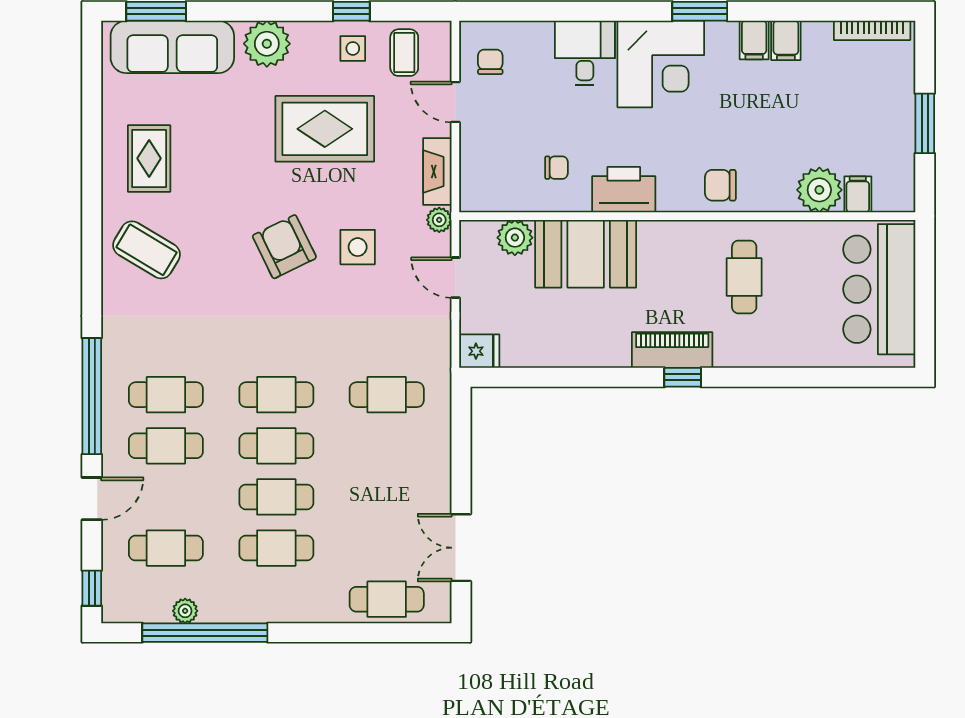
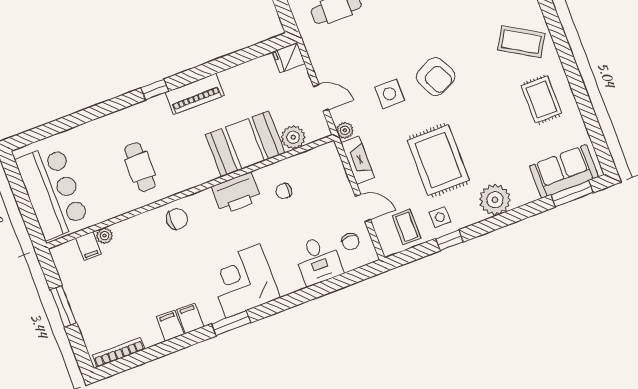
sofa: (172, 47) -> (564, 171), width x0.73
desk: (585, 53) -> (318, 260), moved
rug: (325, 129) -> (438, 160), turned 90
plant: (819, 190) -> (105, 236), width x0.53, depth x0.53
piano: (672, 350) -> (195, 94), moved

